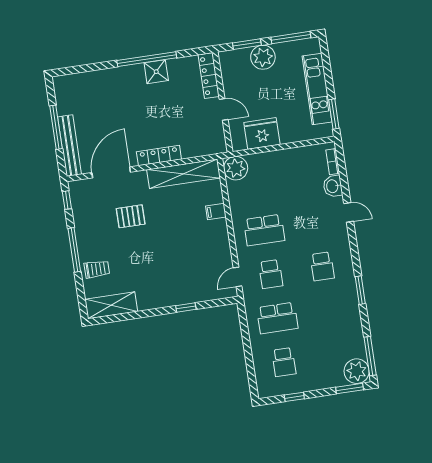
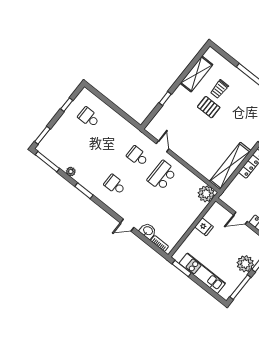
fridge: (262, 133) -> (204, 227), width x0.53, depth x0.75
filing cabinet: (216, 212) -> (196, 162), removed
pallet: (131, 216) -> (209, 107), moved, turned 90
trolley: (97, 269) -> (219, 89), moved
door: (238, 277) -> (163, 146), moved
shelving: (111, 305) -> (196, 74), moved
school desk: (277, 318) -> (113, 137), removed
plant: (357, 371) -> (71, 172), moved, width x0.53, depth x0.53

